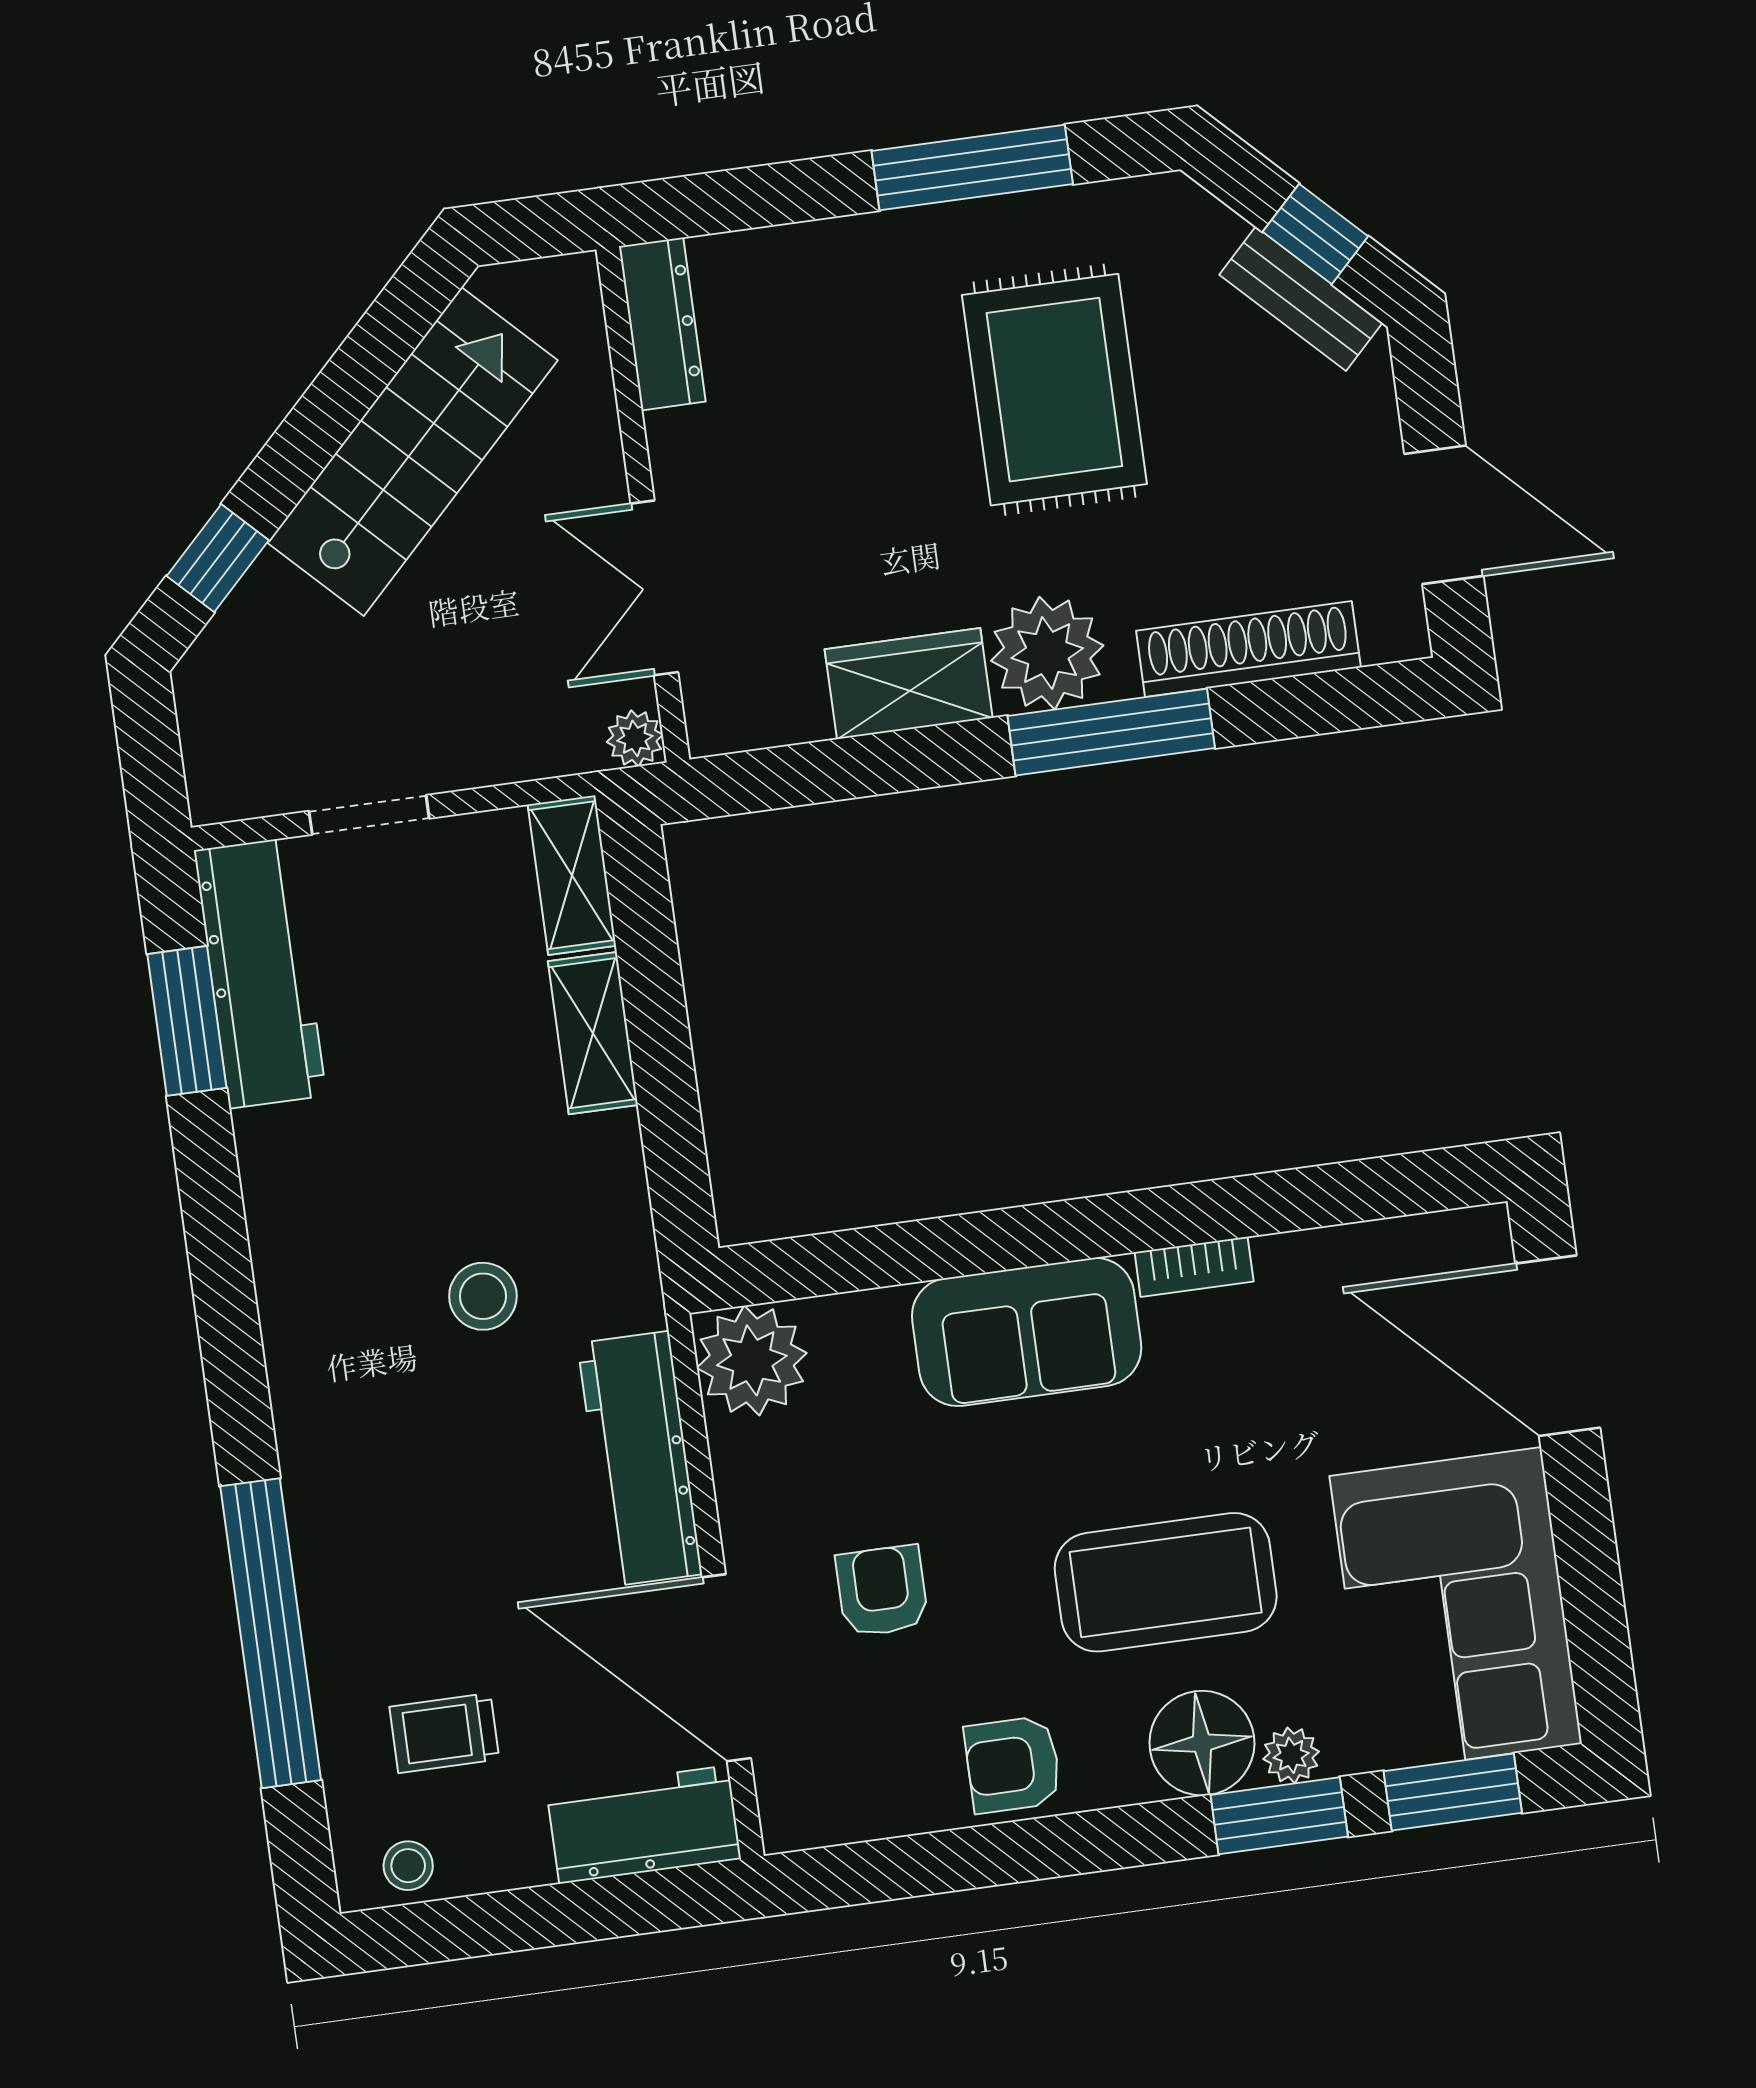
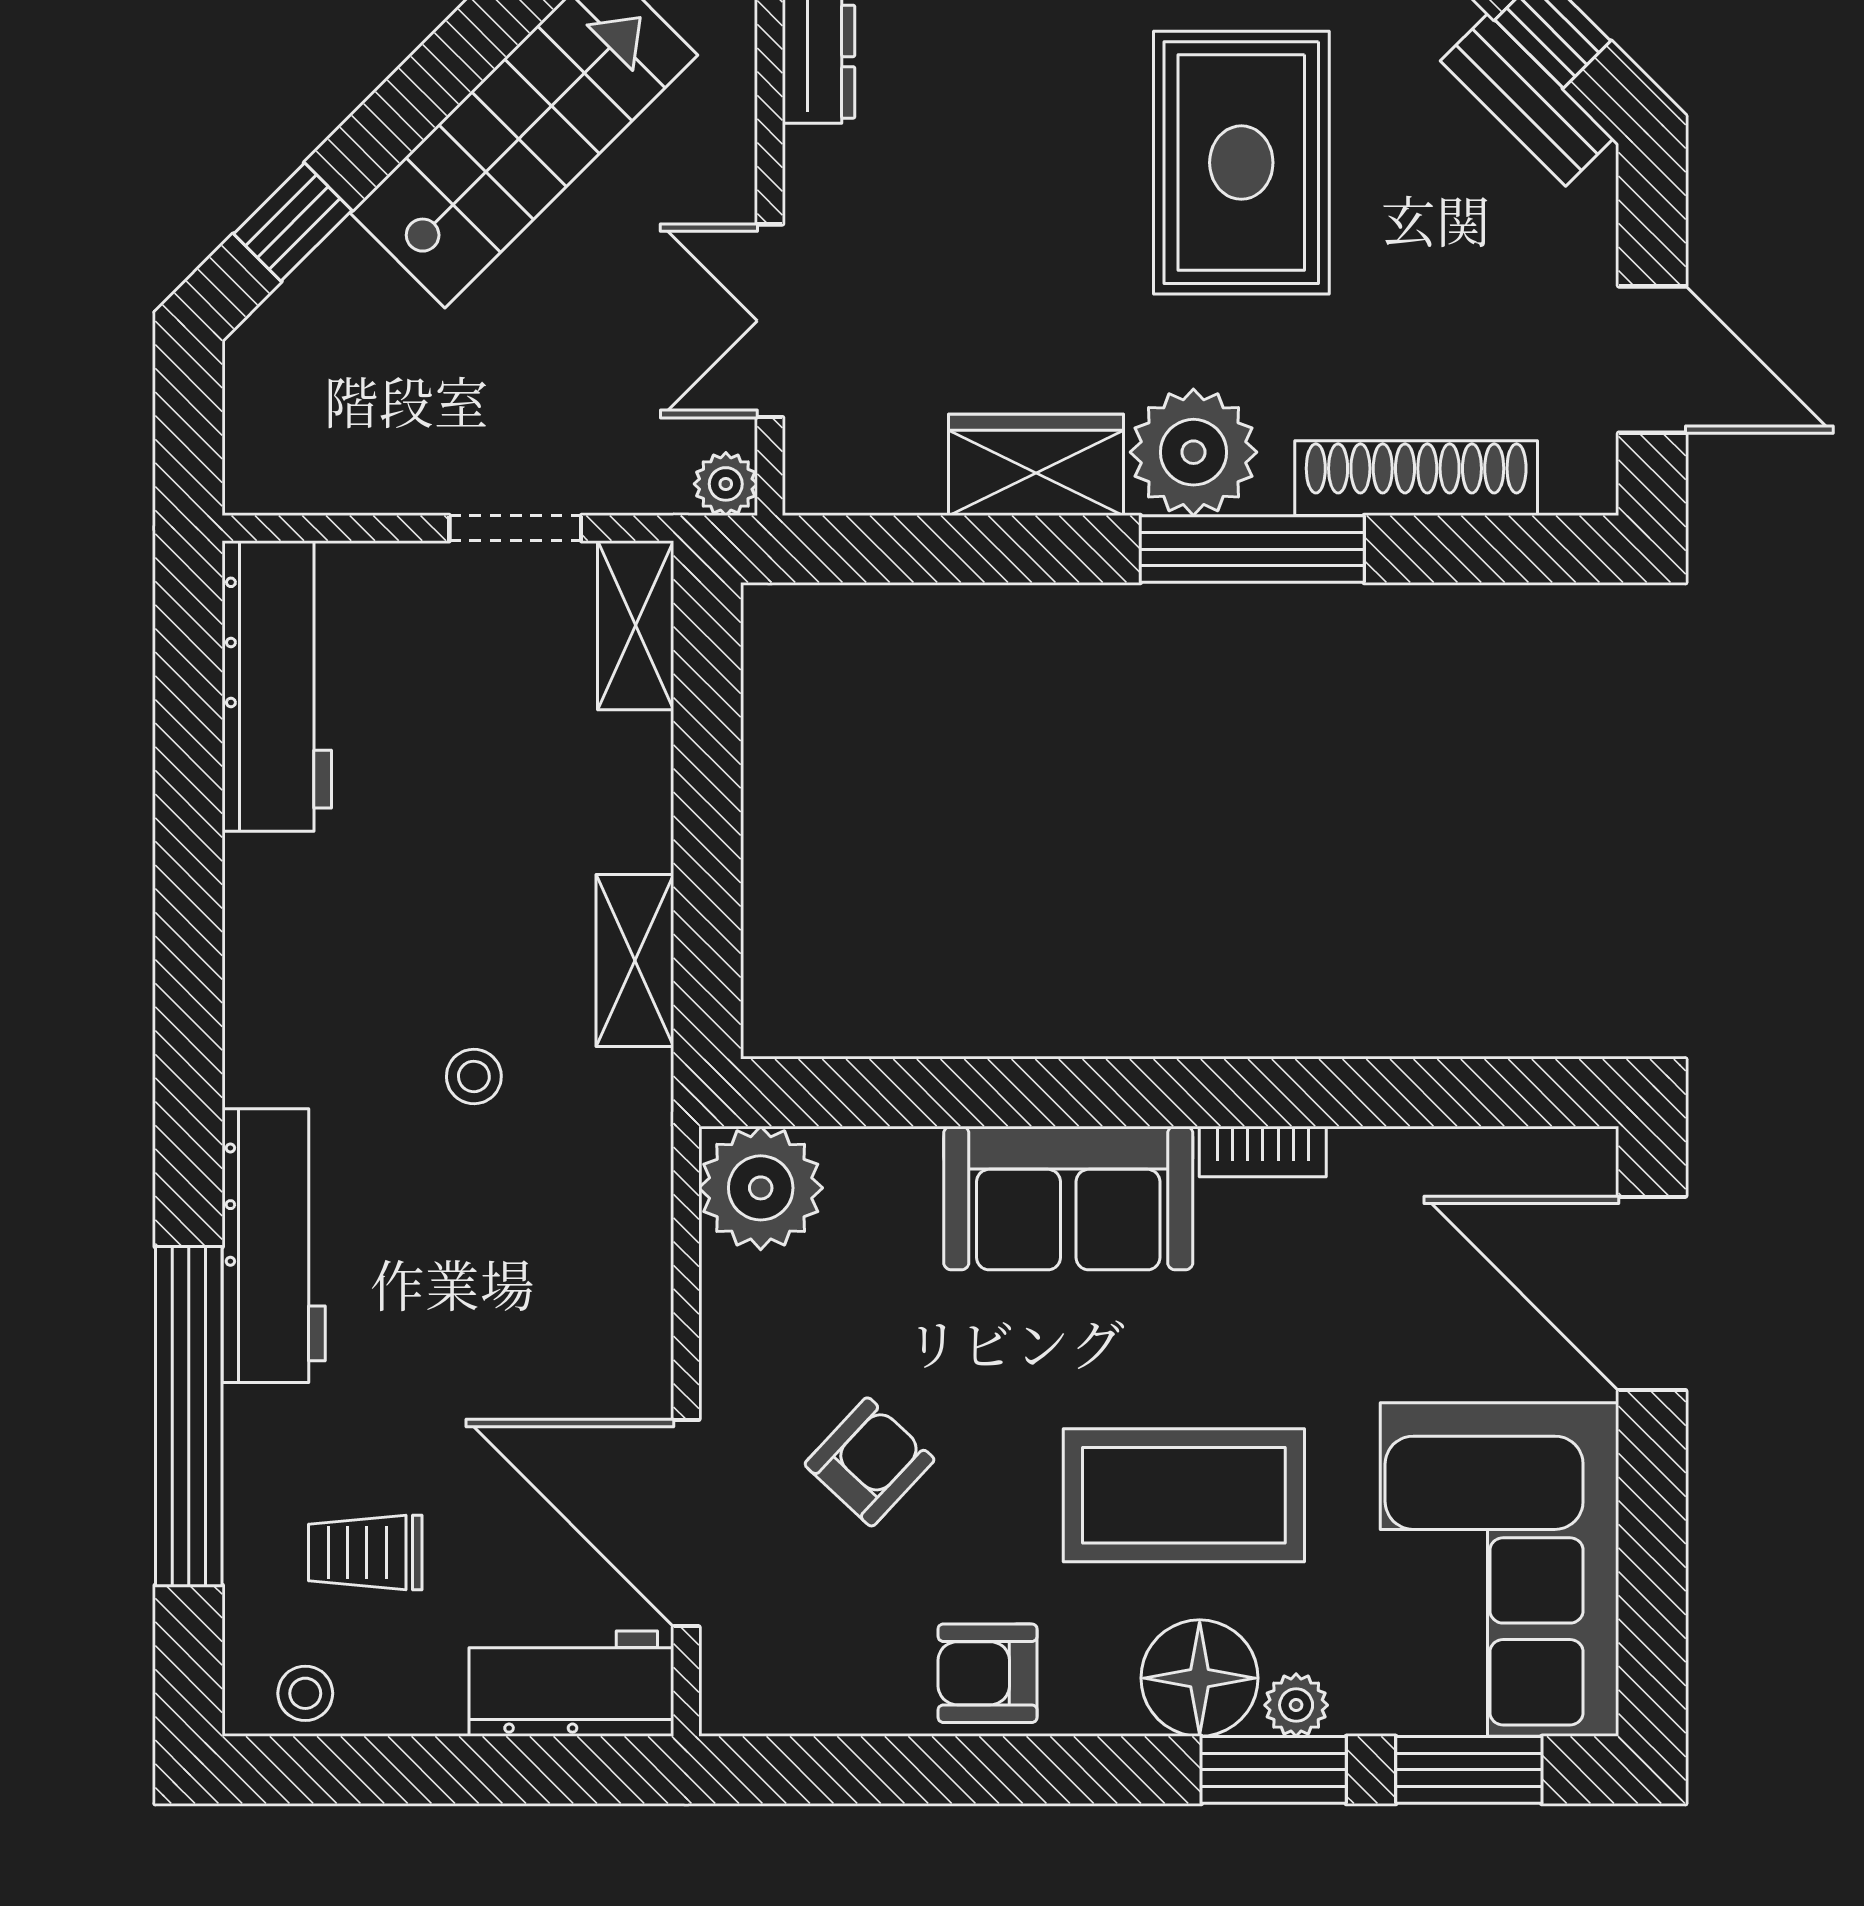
doorway: (369, 815) -> (515, 528), moved
window: (187, 1021) -> (189, 728), removed
shelving: (593, 1033) -> (635, 960), moved
stool: (483, 1296) -> (474, 1076), width x0.73, depth x0.73
workbench: (640, 1459) -> (274, 1246), moved, turned 180
armchair: (882, 1591) -> (870, 1462), turned 43

